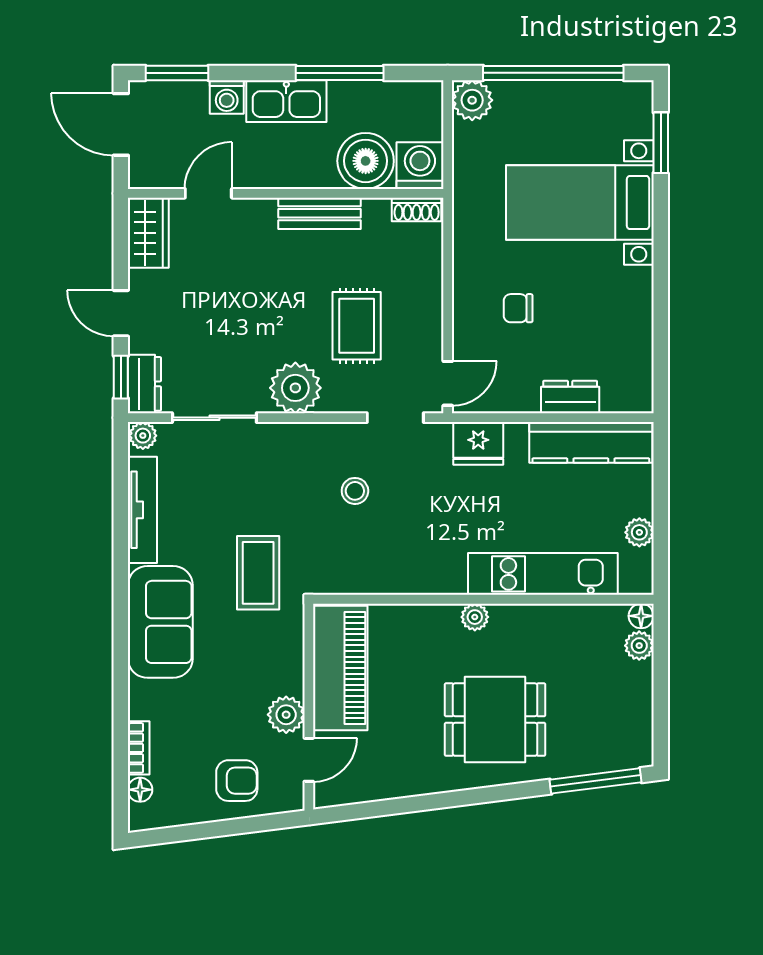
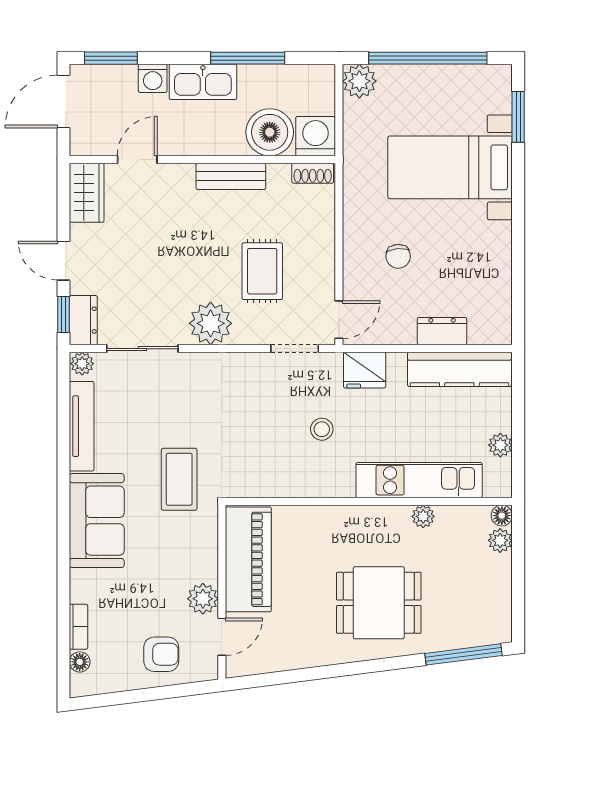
door: (121, 124) -> (64, 101), hinge flipped
chair: (518, 308) -> (398, 256), turned -95
stool: (355, 491) -> (322, 429), moved
plant: (475, 617) -> (423, 516), moved

